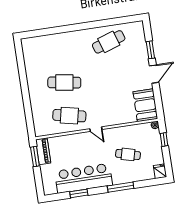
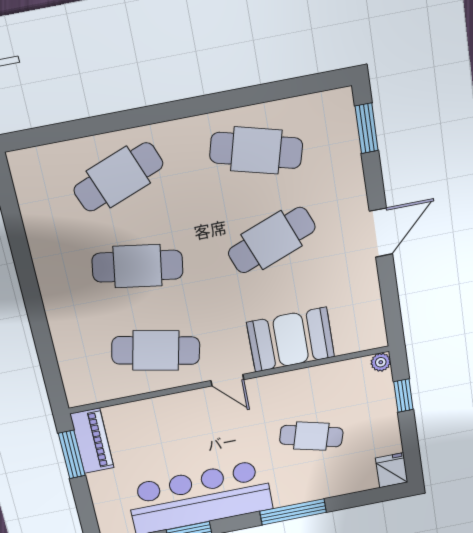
cafe table: (109, 42) -> (256, 150), turned 33
cafe table: (59, 49) -> (118, 177), added
window: (150, 50) -> (367, 128), moved
cafe table: (114, 75) -> (272, 240), added
booth: (145, 105) -> (291, 340), moved, turned 90

